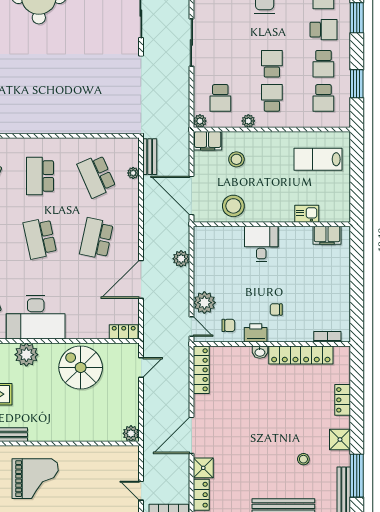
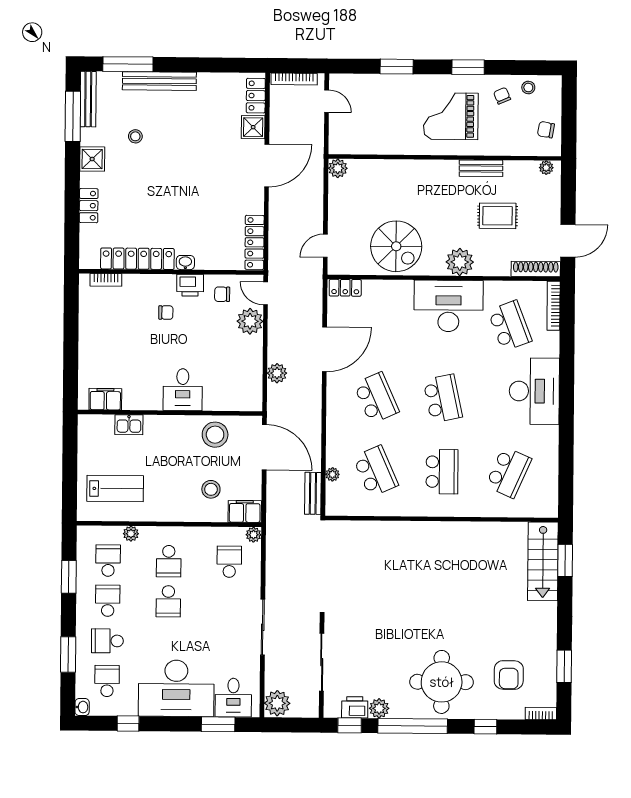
plant: (248, 121) -> (131, 534), moved
school desk: (97, 238) -> (376, 398), turned -36

